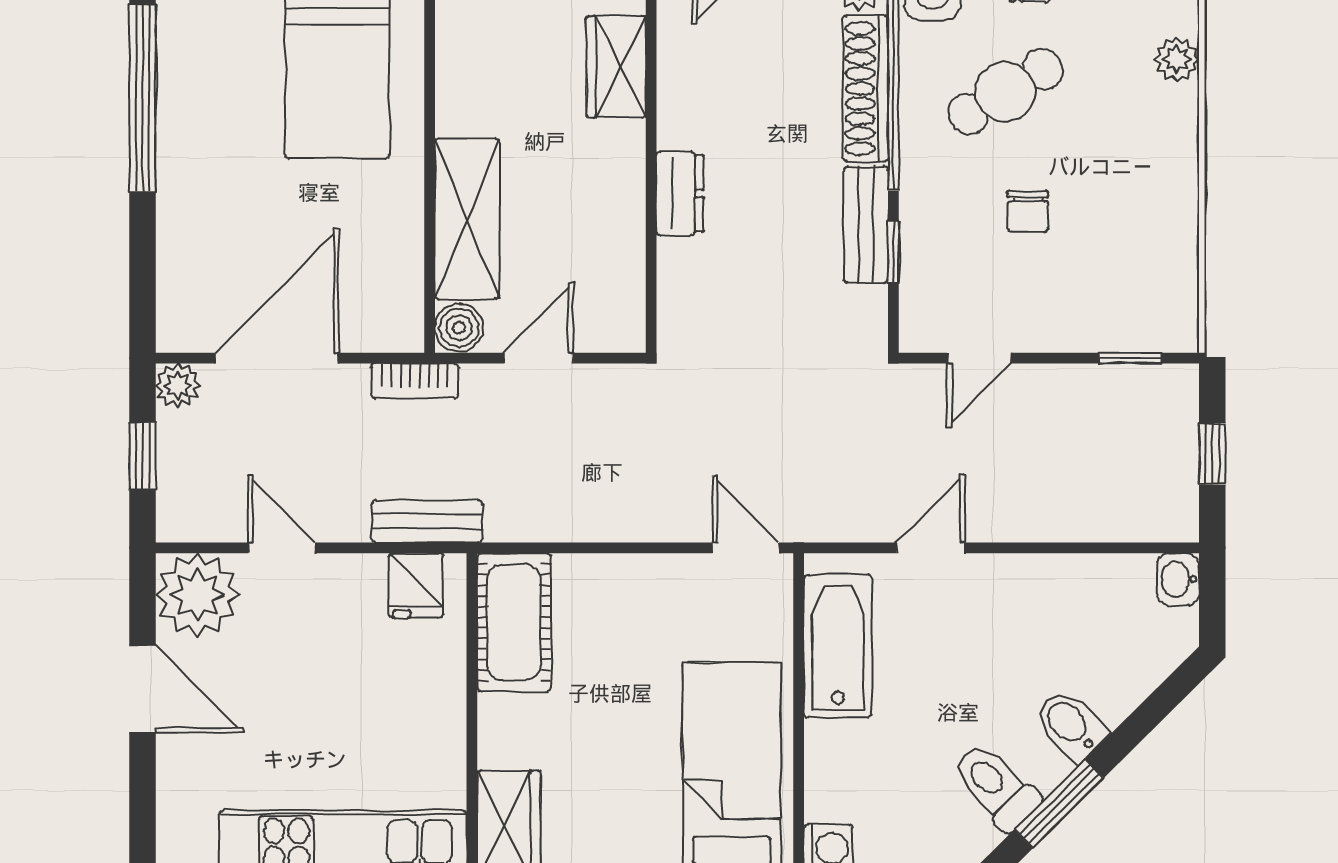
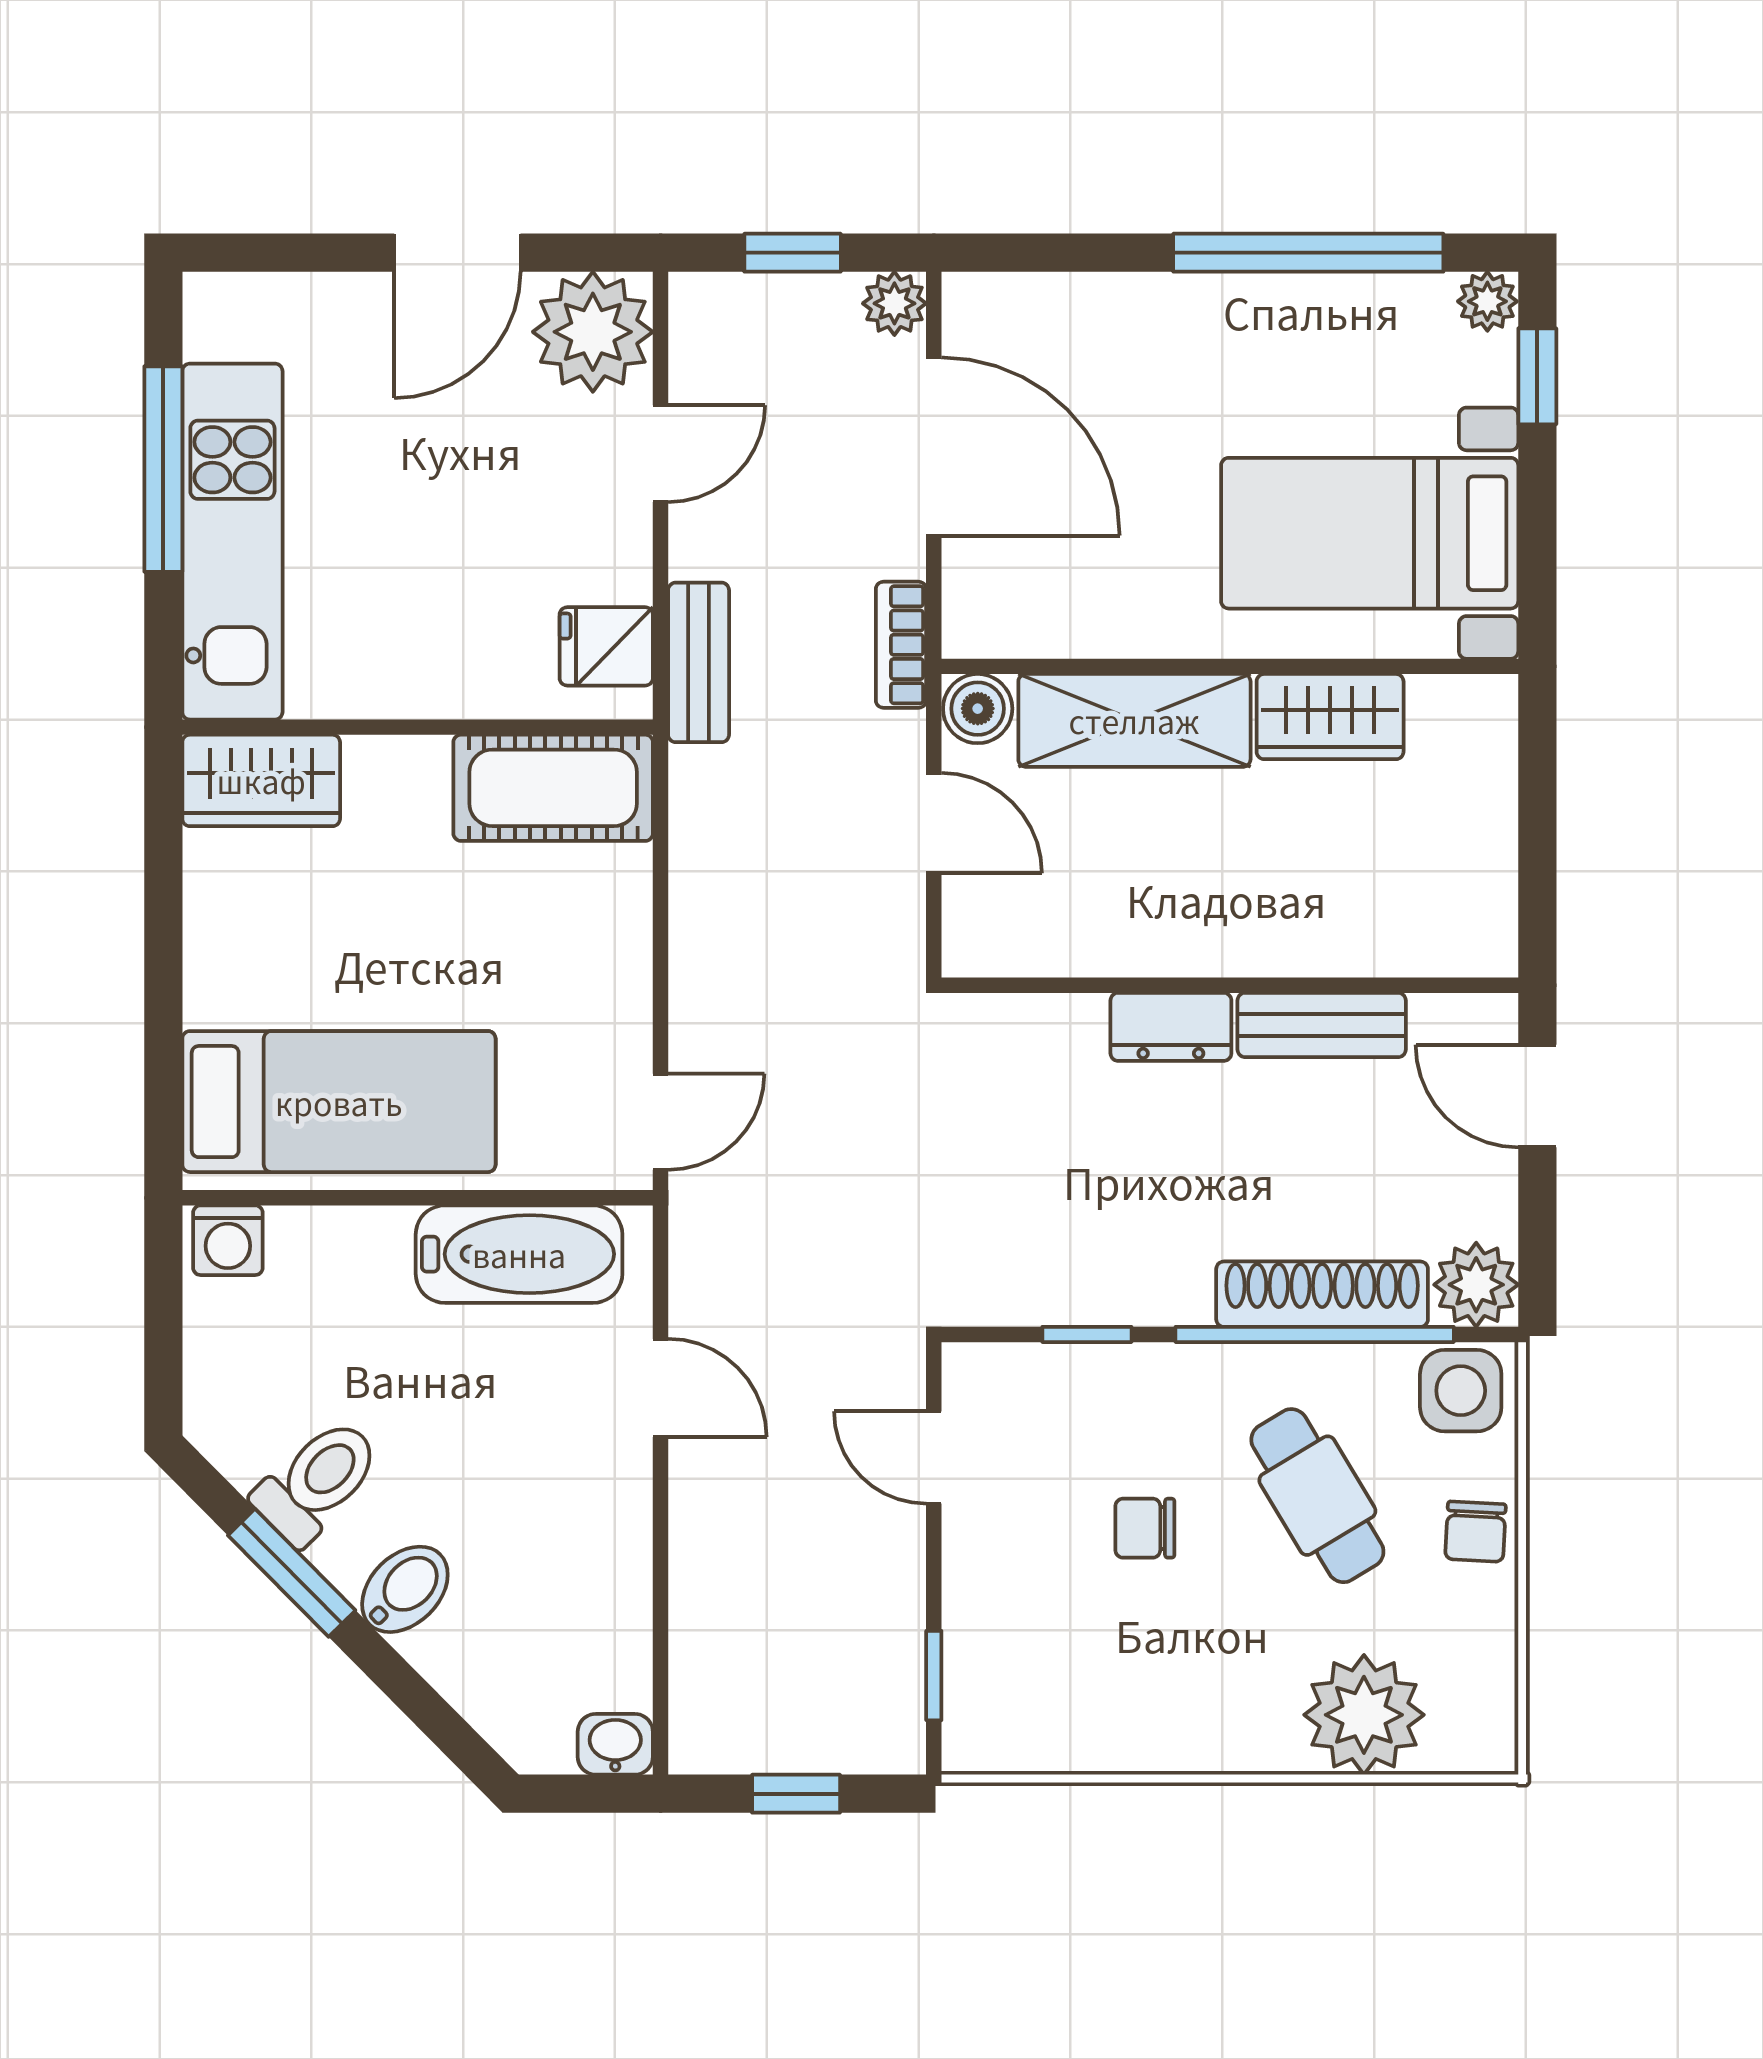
plant: (1177, 59) -> (1364, 1715), width x1.88, depth x1.88
wardrobe: (616, 67) -> (1330, 717), moved, turned 180
bench: (866, 225) -> (1322, 1025), moved

